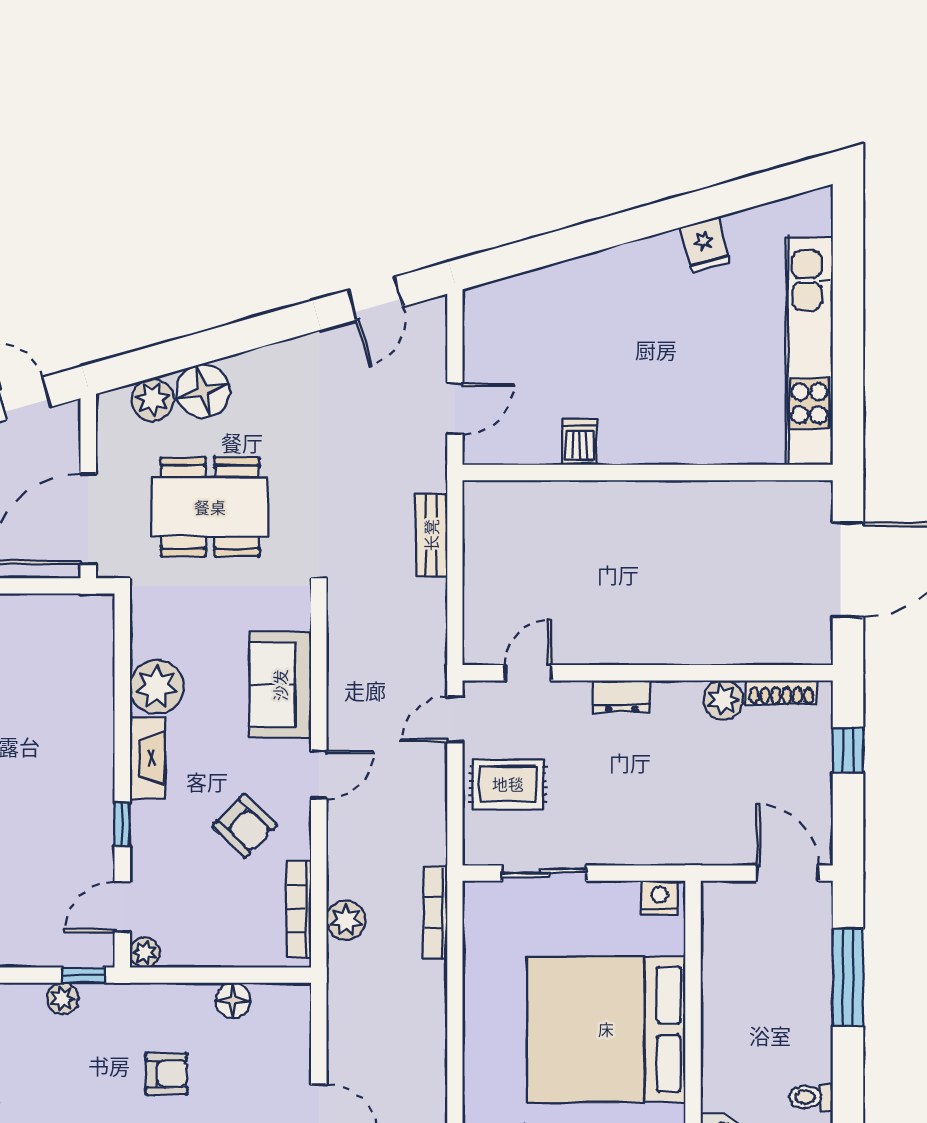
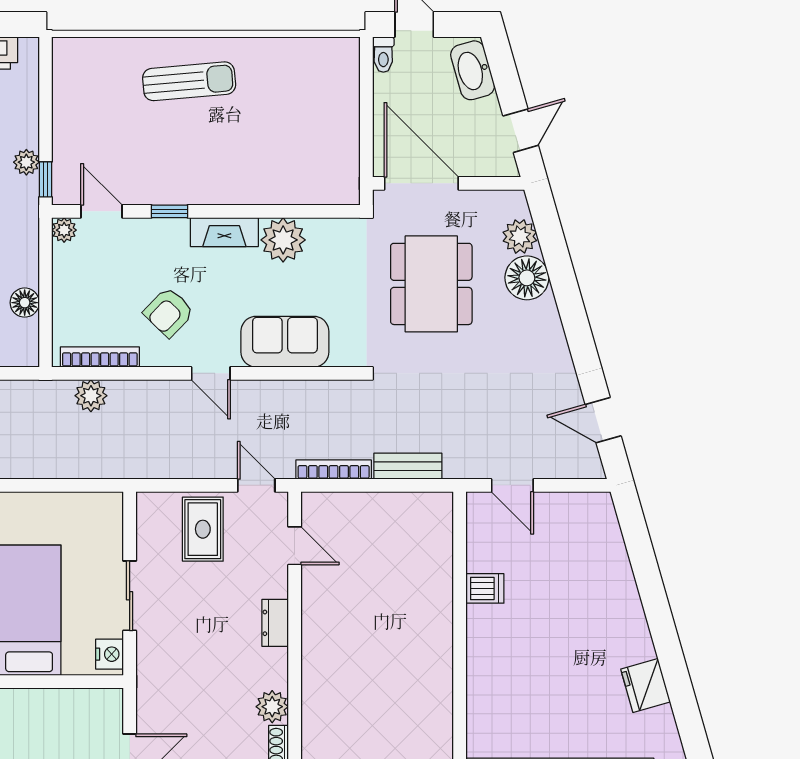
fridge: (705, 245) -> (645, 685), width x1.38
sliding door: (544, 873) -> (130, 596), moved
bookcase: (436, 913) -> (334, 470), moved

